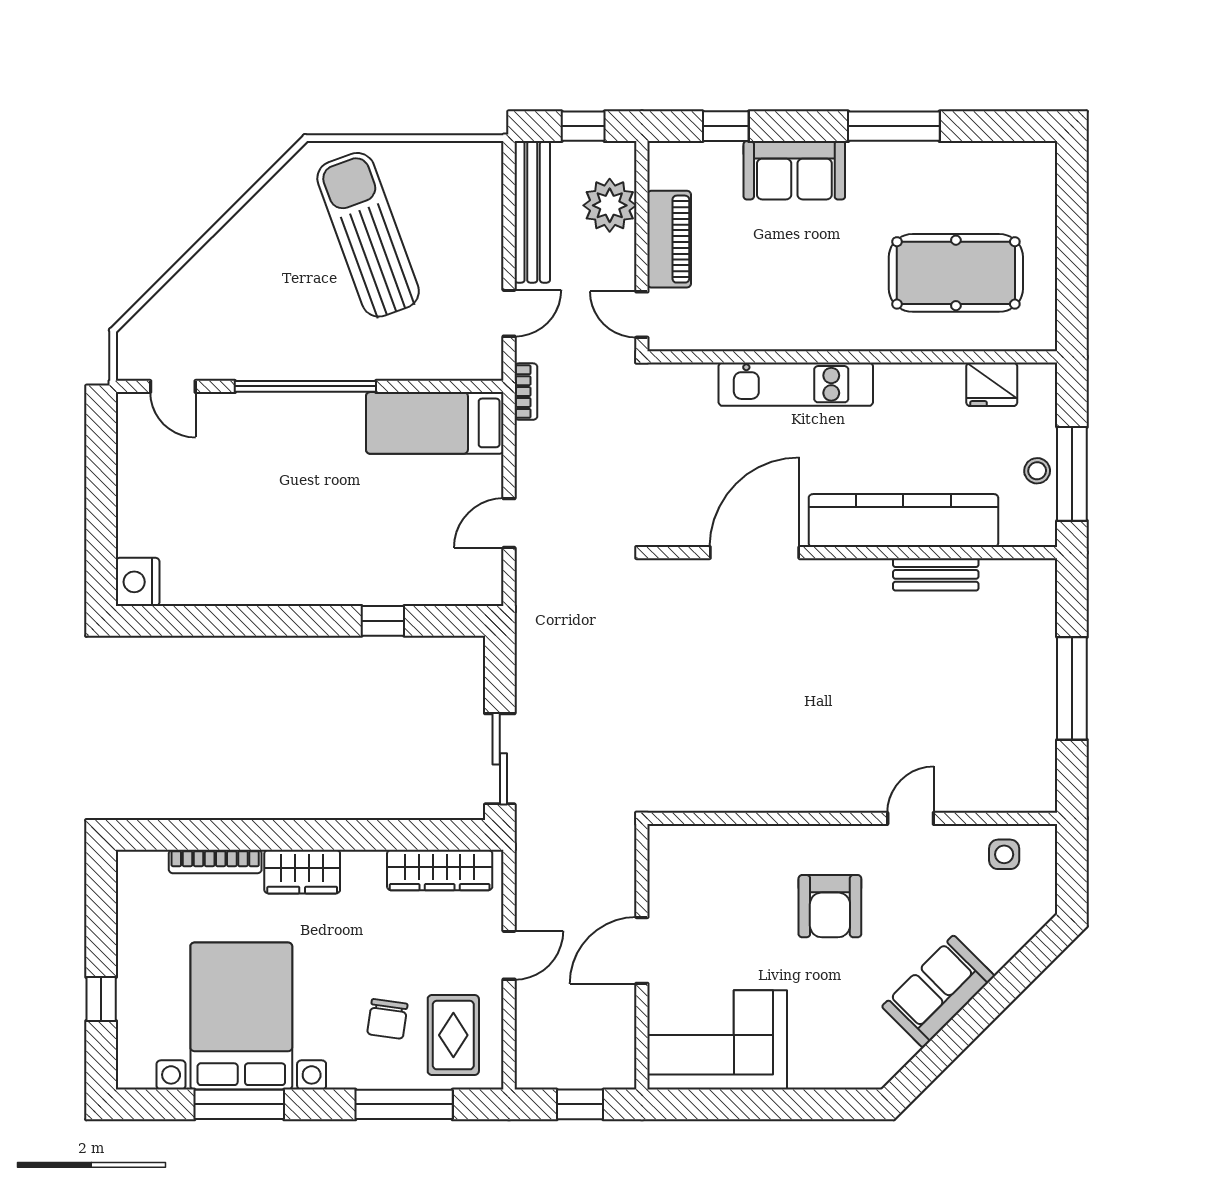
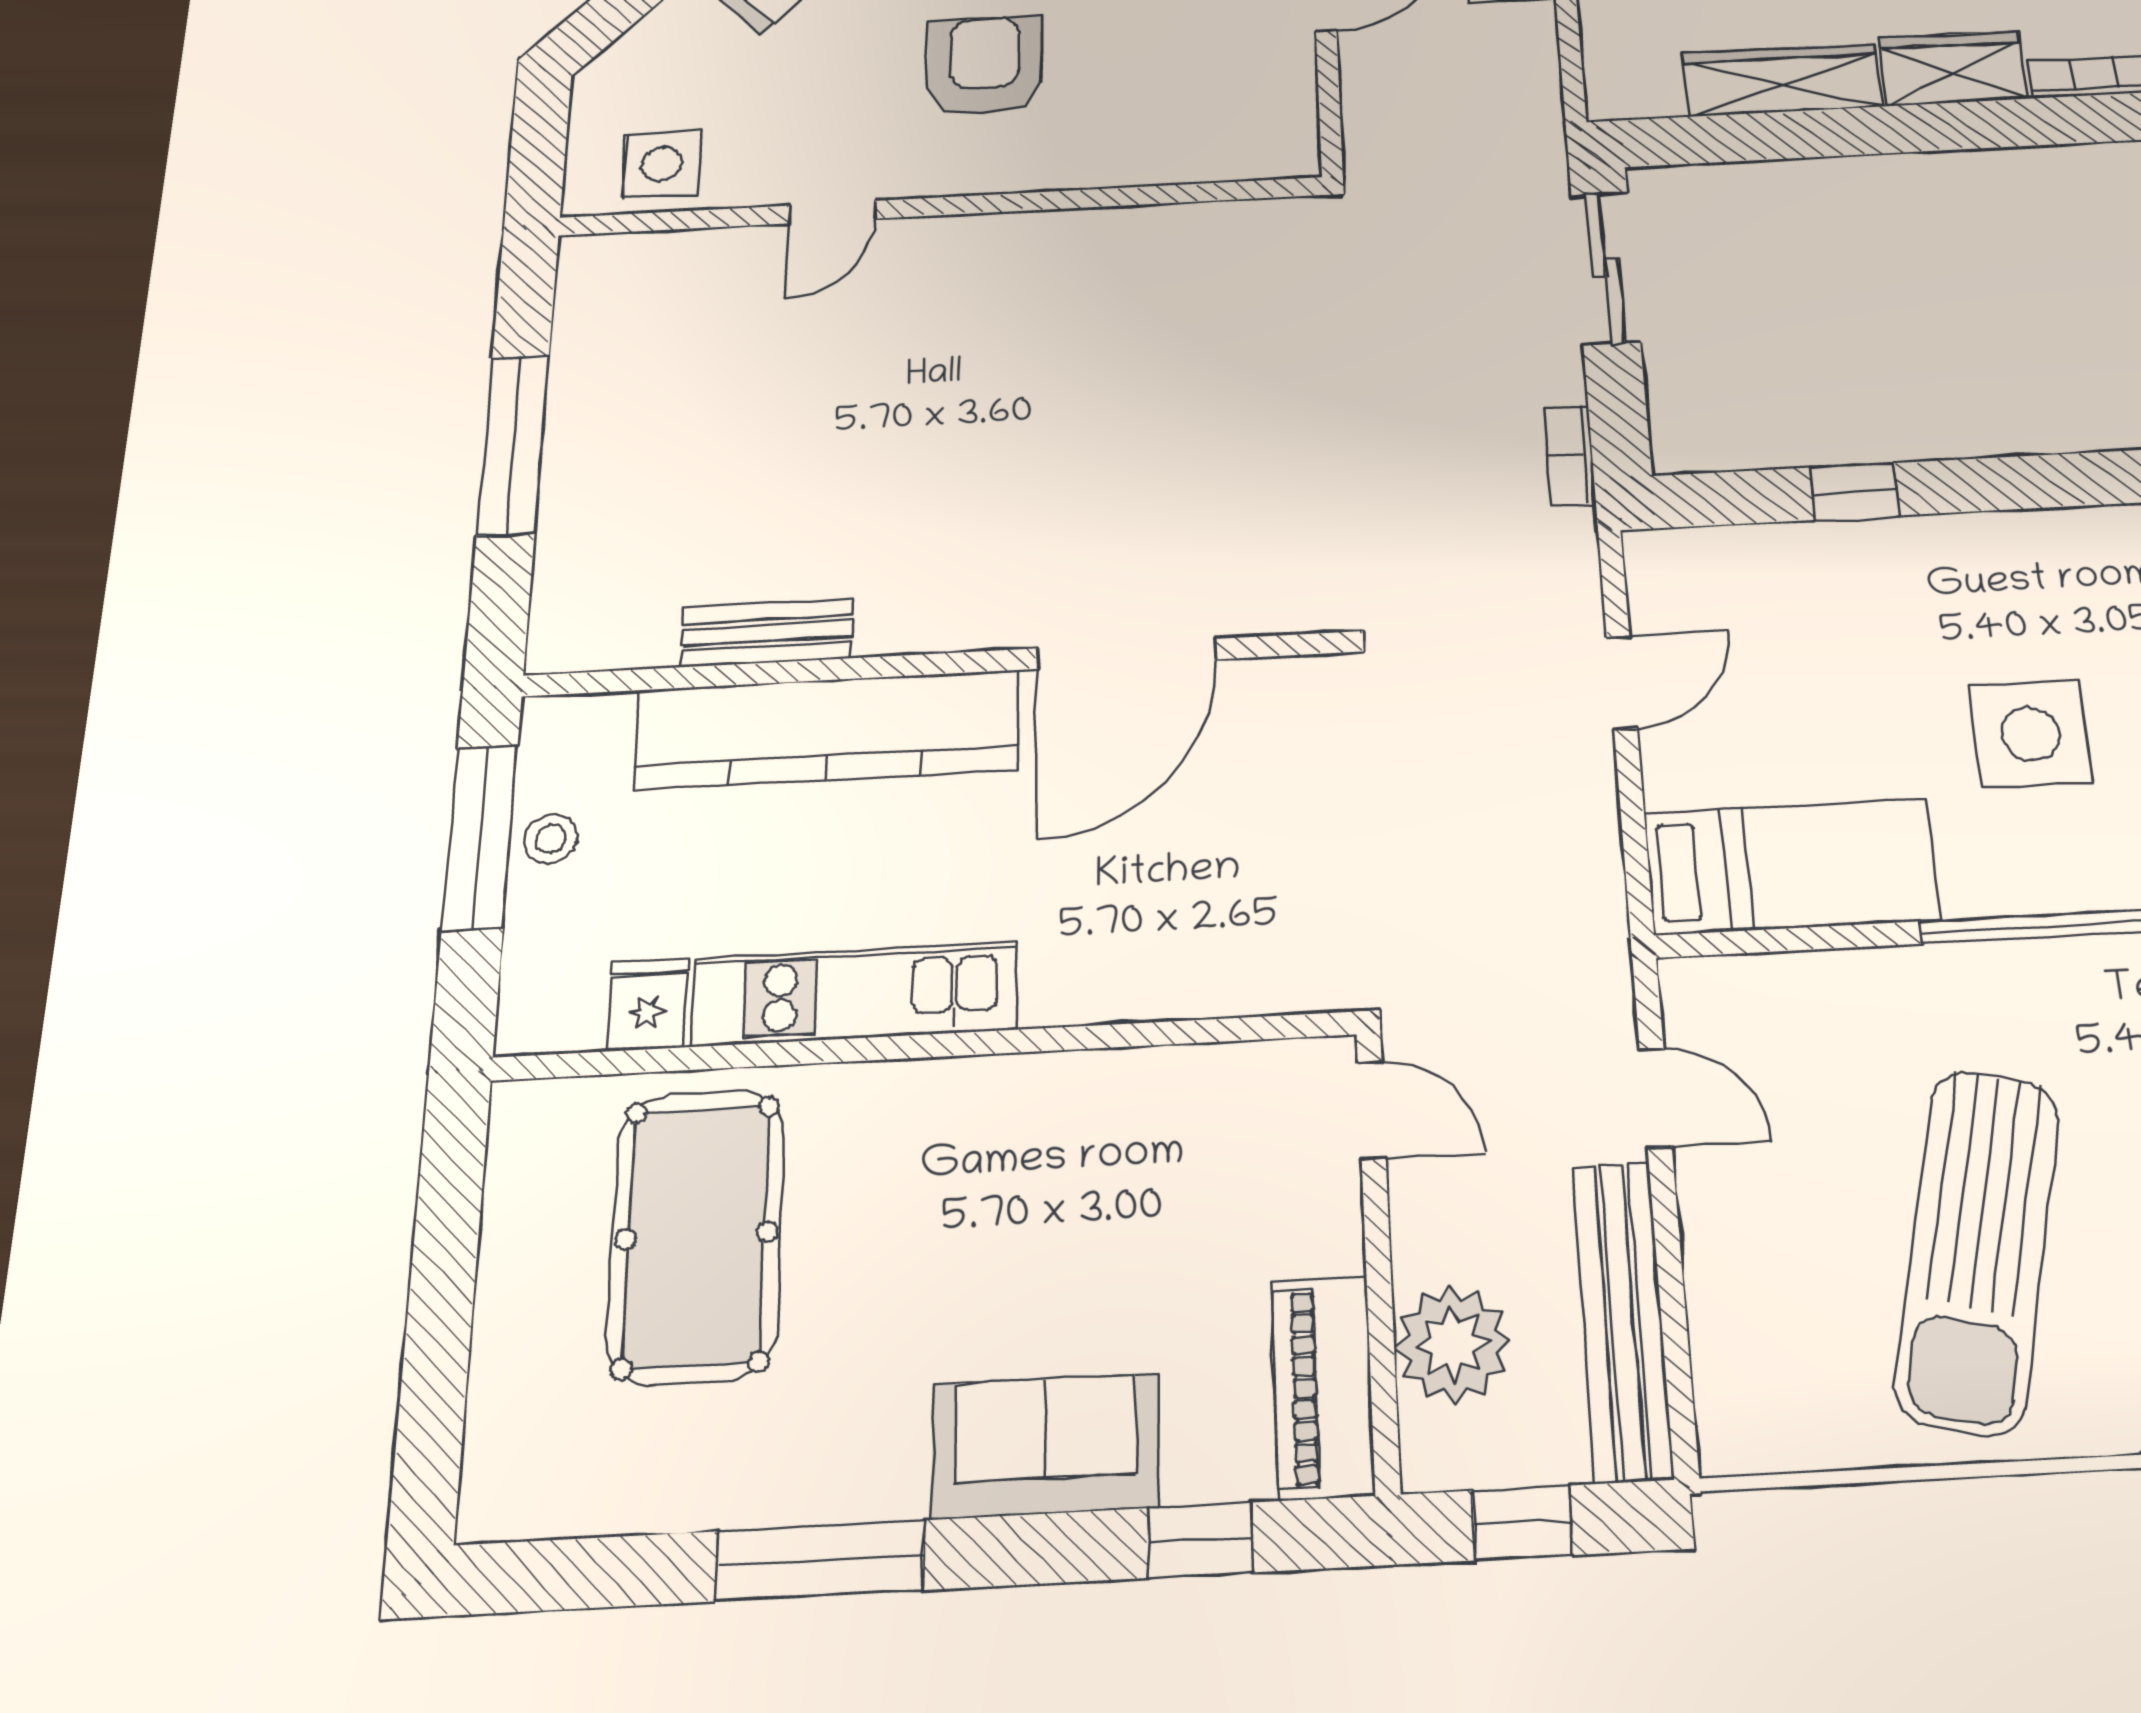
sun lounger: (368, 235) -> (1977, 1250), turned 34
piano: (669, 239) -> (1323, 1387), moved
pool table: (956, 273) -> (696, 1236), turned 90
door: (509, 313) -> (1656, 1098), swing flipped
kitchen unit: (796, 384) -> (854, 994), moved
fridge: (992, 384) -> (648, 1005), width x0.72
bookcase: (526, 392) -> (1570, 455), moved
side table: (311, 484) -> (2031, 734), added
side table: (1004, 854) -> (662, 164), width x1.37, depth x1.37
wardrobe: (440, 870) -> (1782, 80), moved

